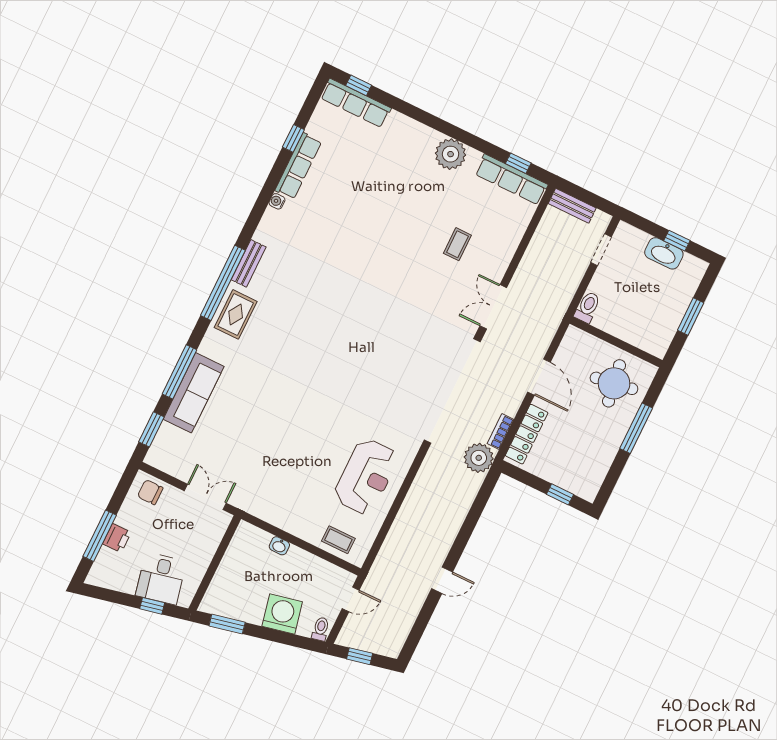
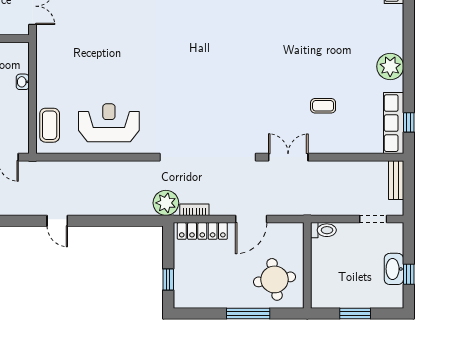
reception desk: (366, 477) -> (109, 123), turned 180
coffee table: (338, 540) -> (50, 125), width x1.36, depth x1.30

